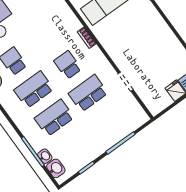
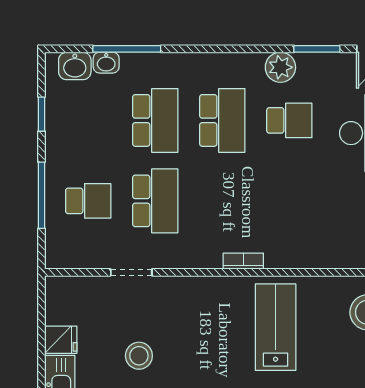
stool: (158, 53) -> (139, 356), added
school desk: (68, 65) -> (88, 201), moved

